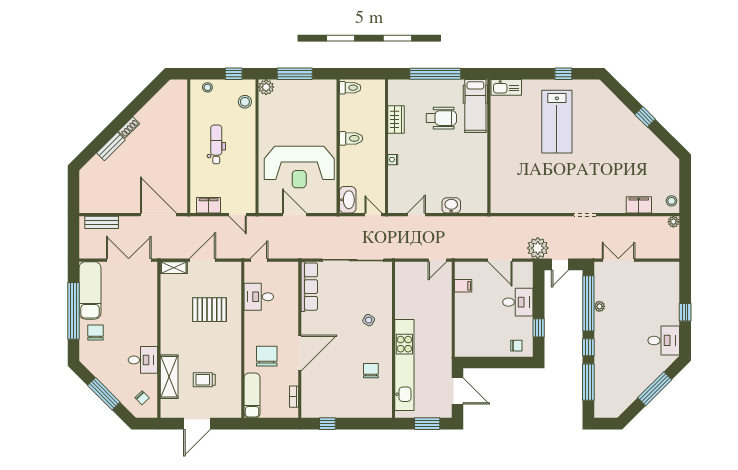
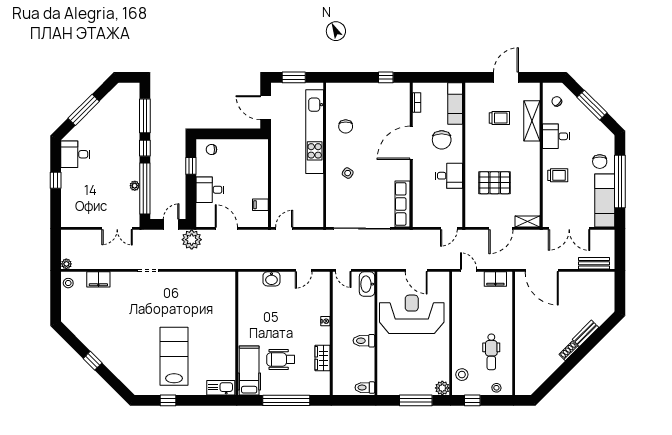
dental chair: (216, 144) -> (491, 352), moved
desk: (259, 297) -> (449, 176), moved
trolley: (141, 318) -> (558, 175), added

